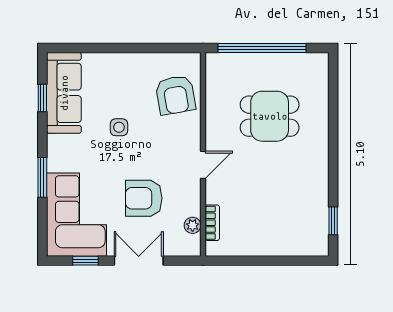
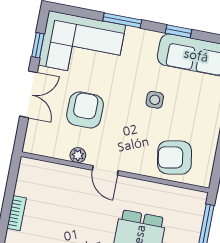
window: (42, 98) -> (179, 31), moved
bookcase: (212, 223) -> (17, 213), moved, turned -90
plant: (193, 225) -> (78, 155), moved

